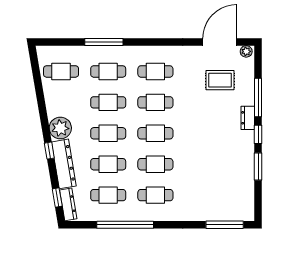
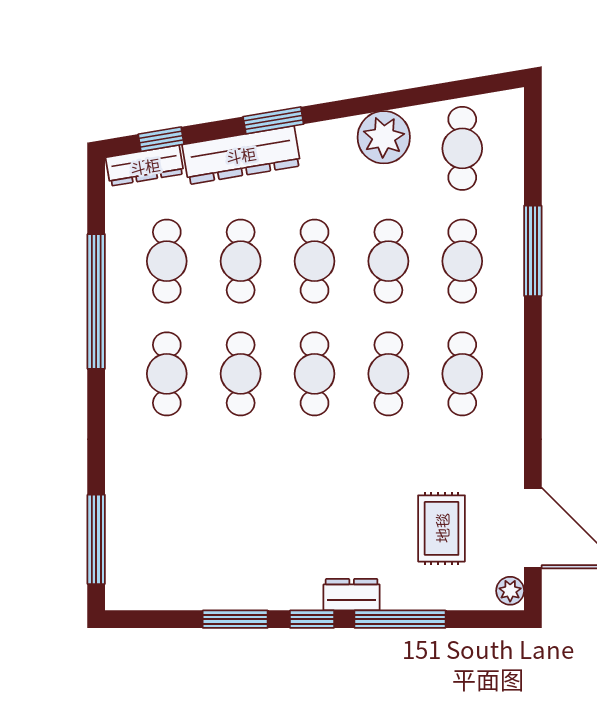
plant: (60, 128) -> (384, 137), moved
window: (49, 151) -> (273, 120), width x1.50

